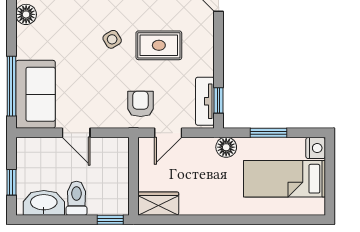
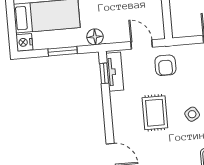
rug: (159, 45) -> (155, 113), turned 90
door: (168, 133) -> (142, 44), hinge flipped

